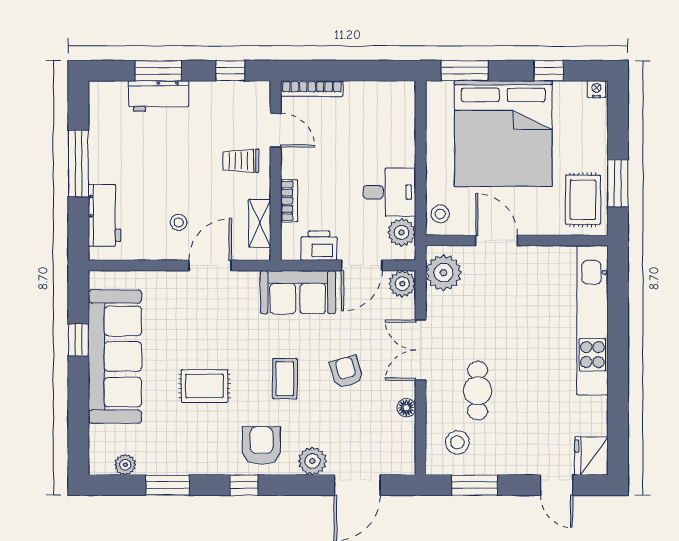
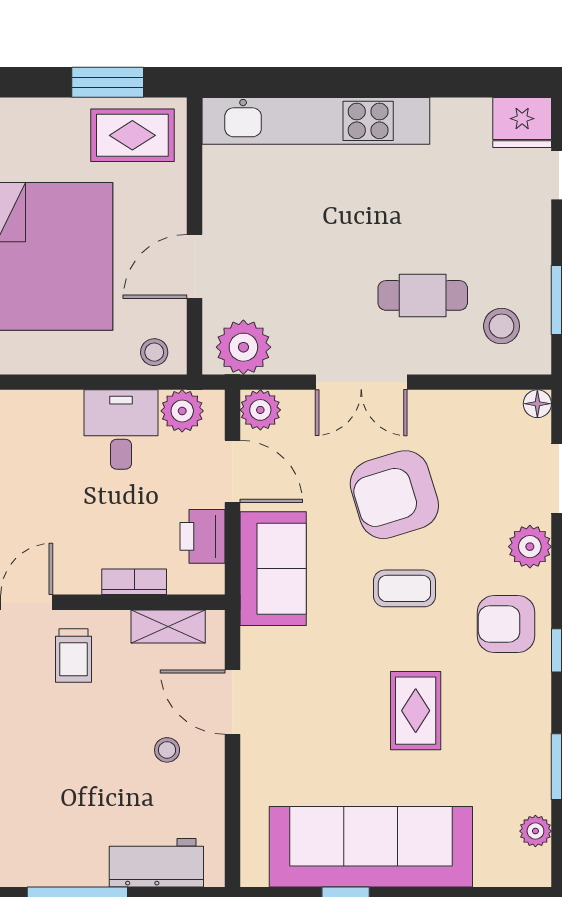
armchair: (347, 372) -> (394, 495), width x1.88, depth x1.88
floor lamp: (406, 408) -> (537, 404), moved

